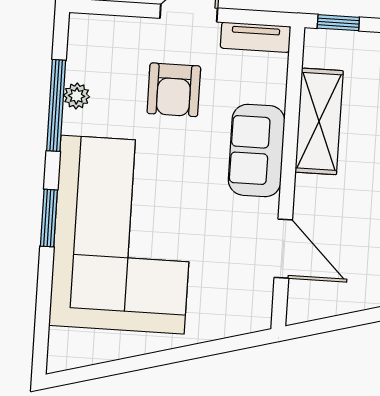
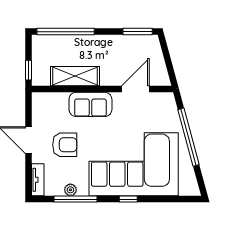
tv unit: (256, 37) -> (38, 180), moved
window: (49, 218) -> (128, 199), width x0.67
window: (173, 356) -> (189, 137), added

